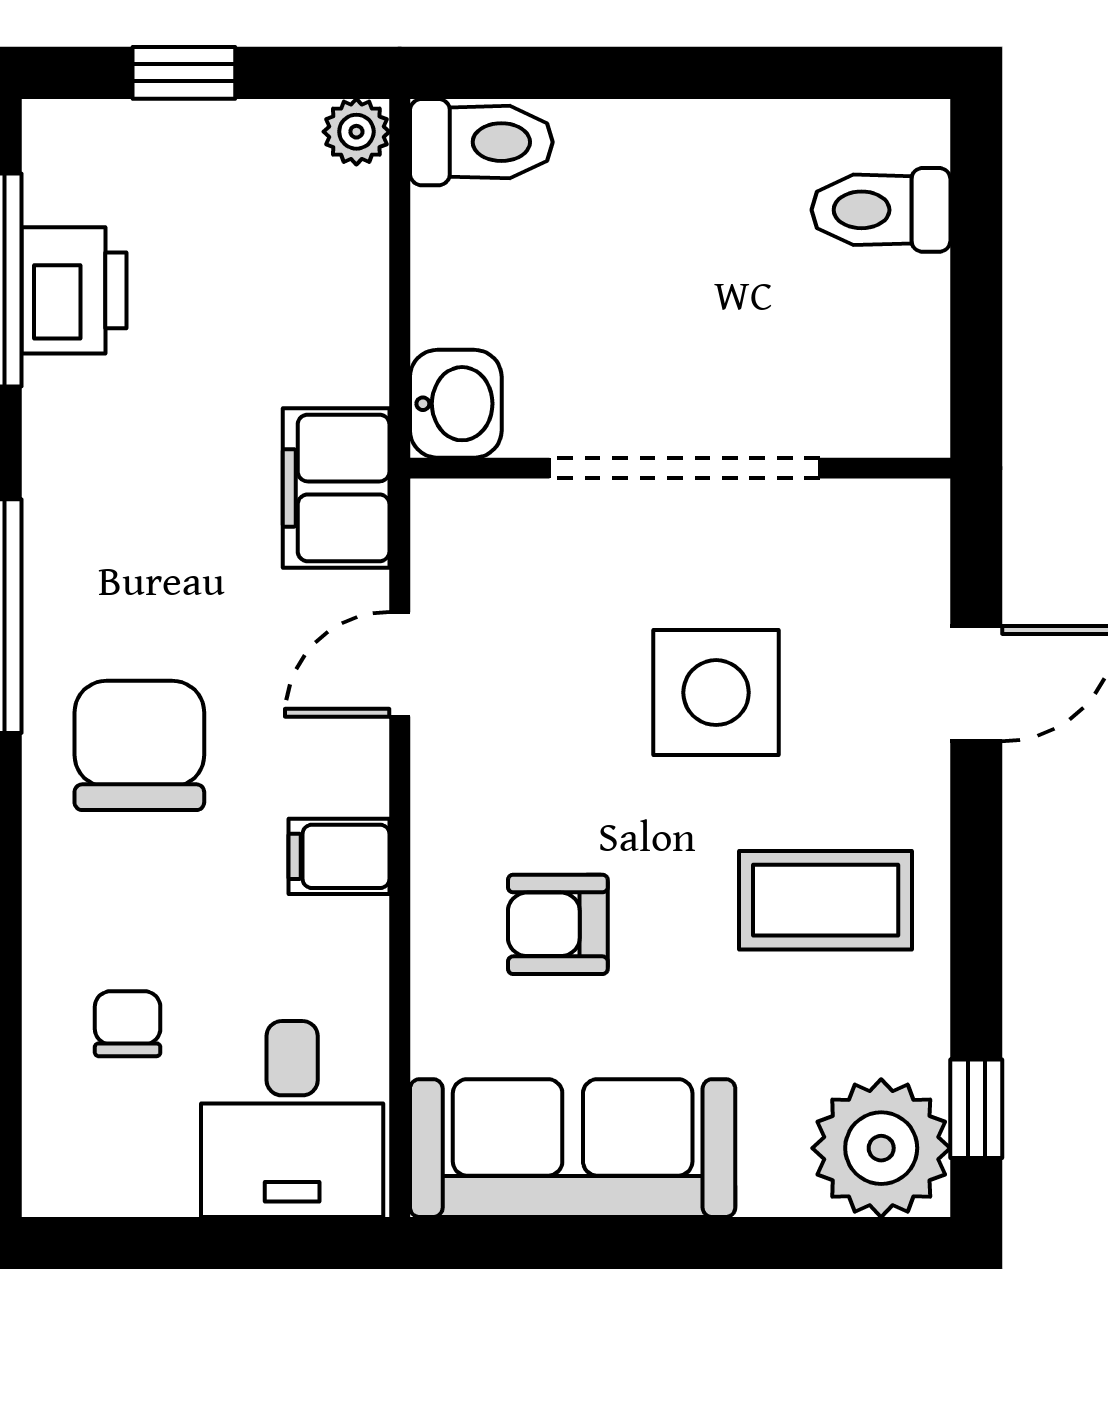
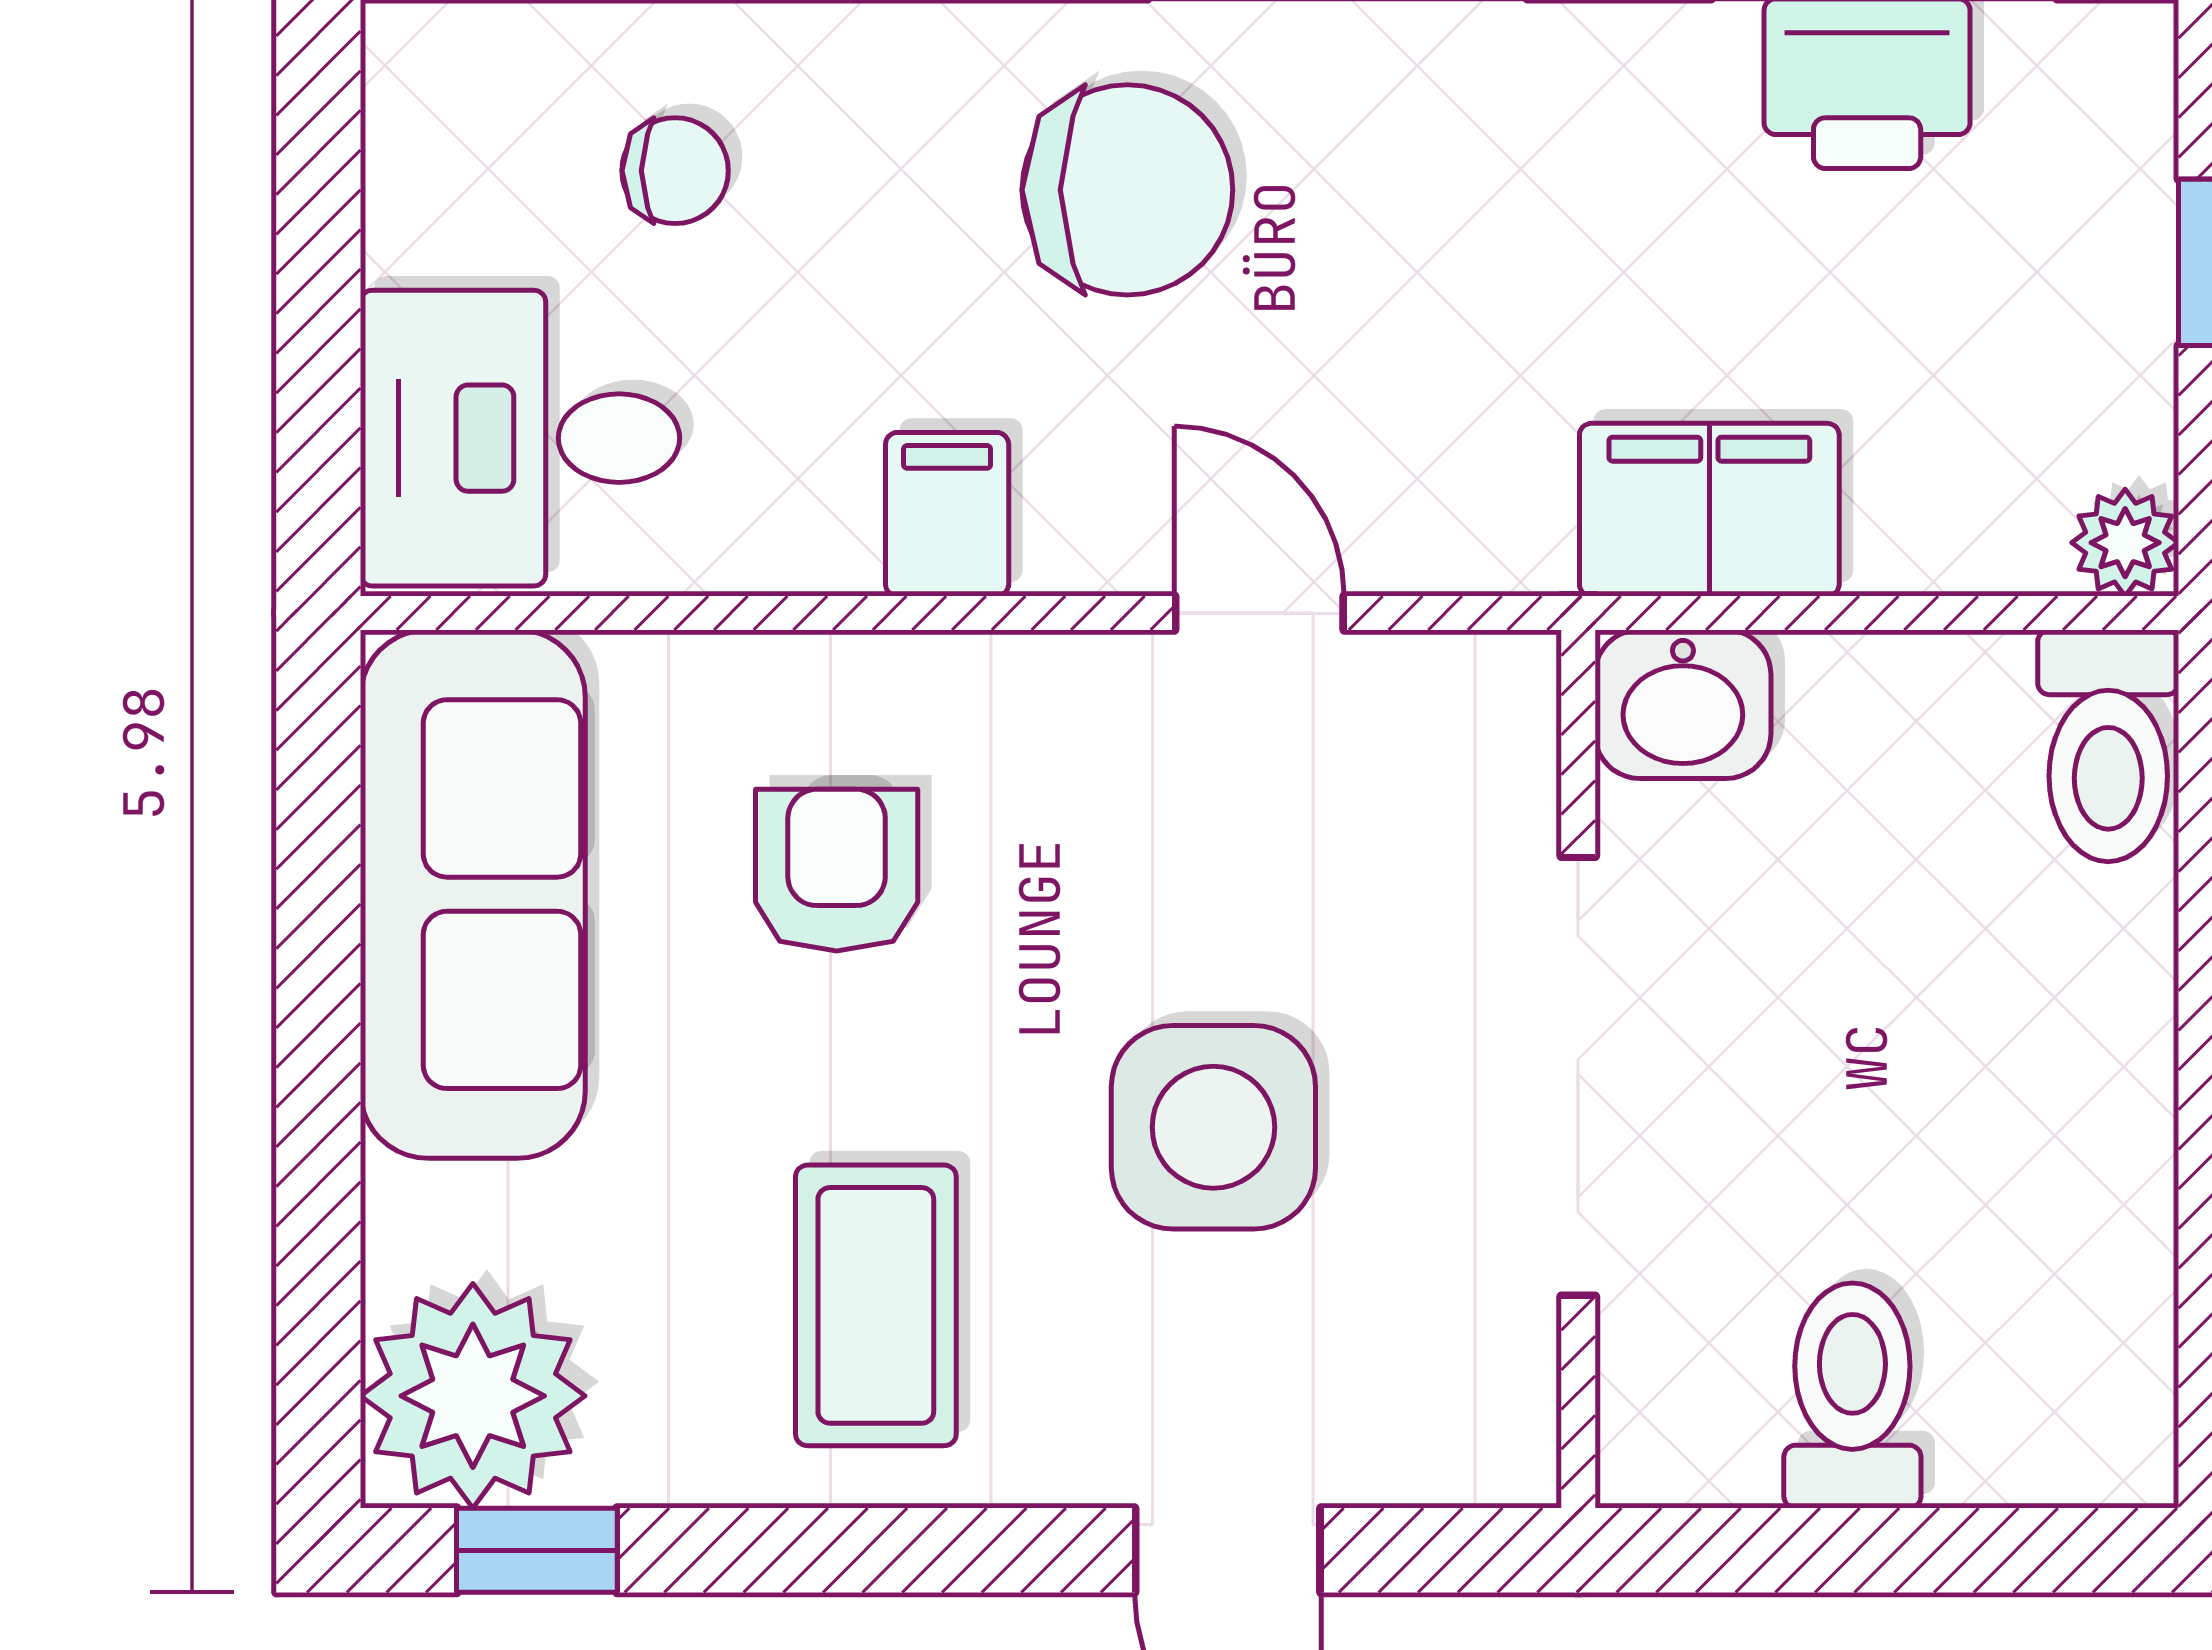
toilet: (881, 210) -> (1852, 1395), moved
filing cabinet: (336, 488) -> (1709, 510), moved

